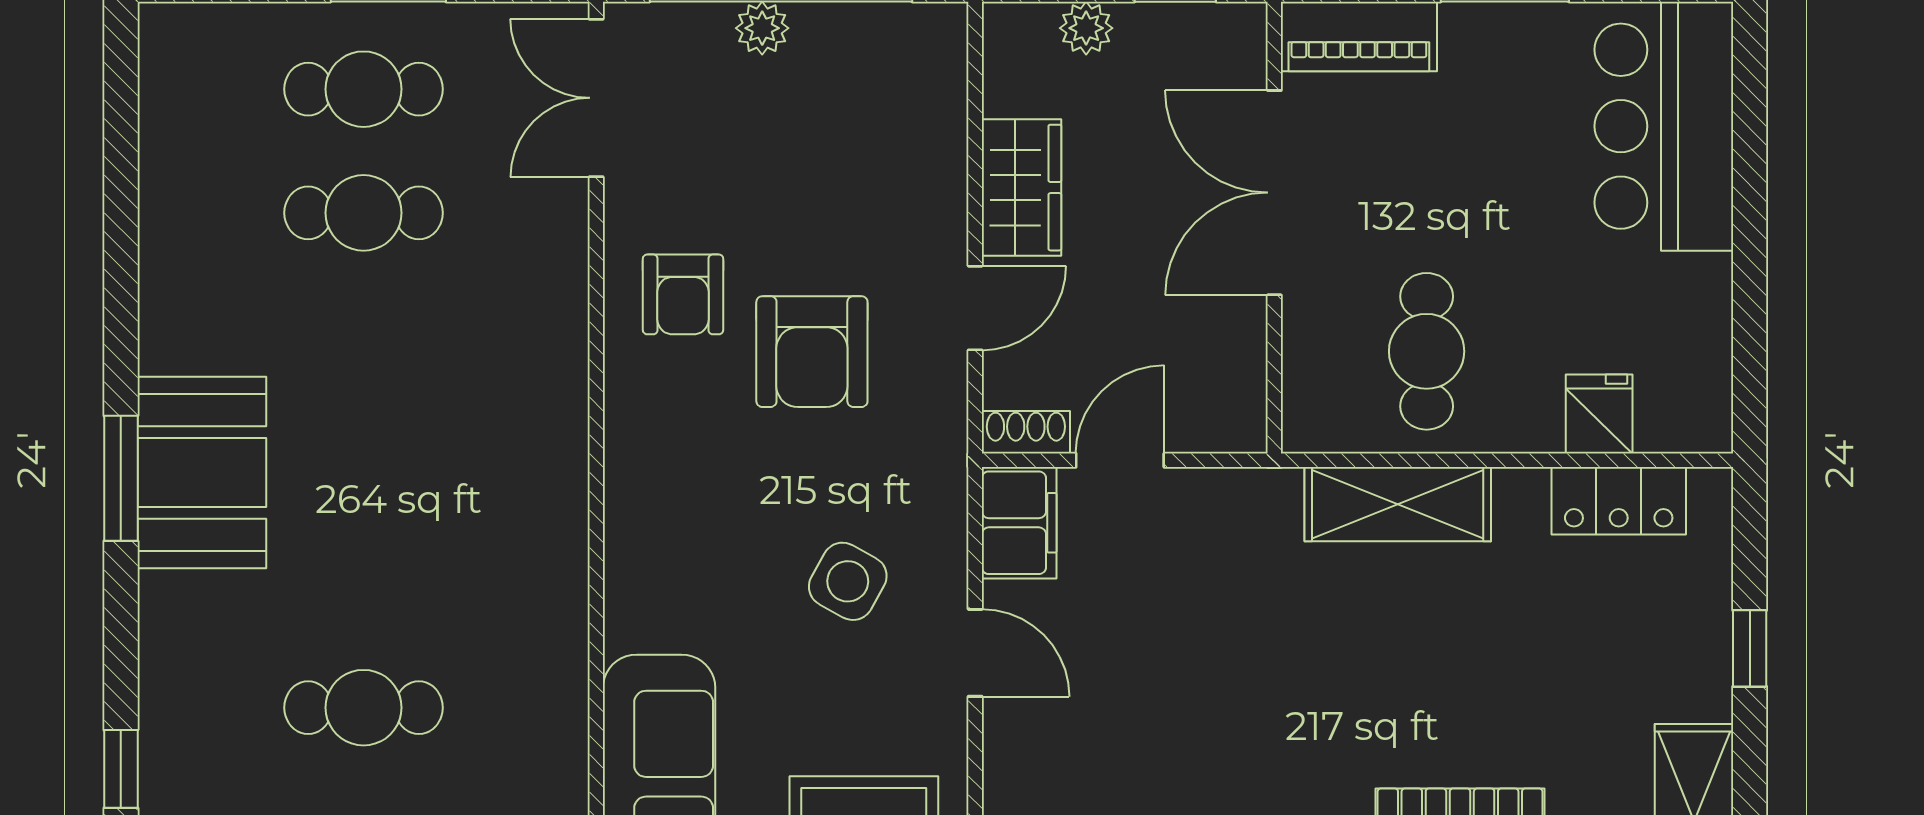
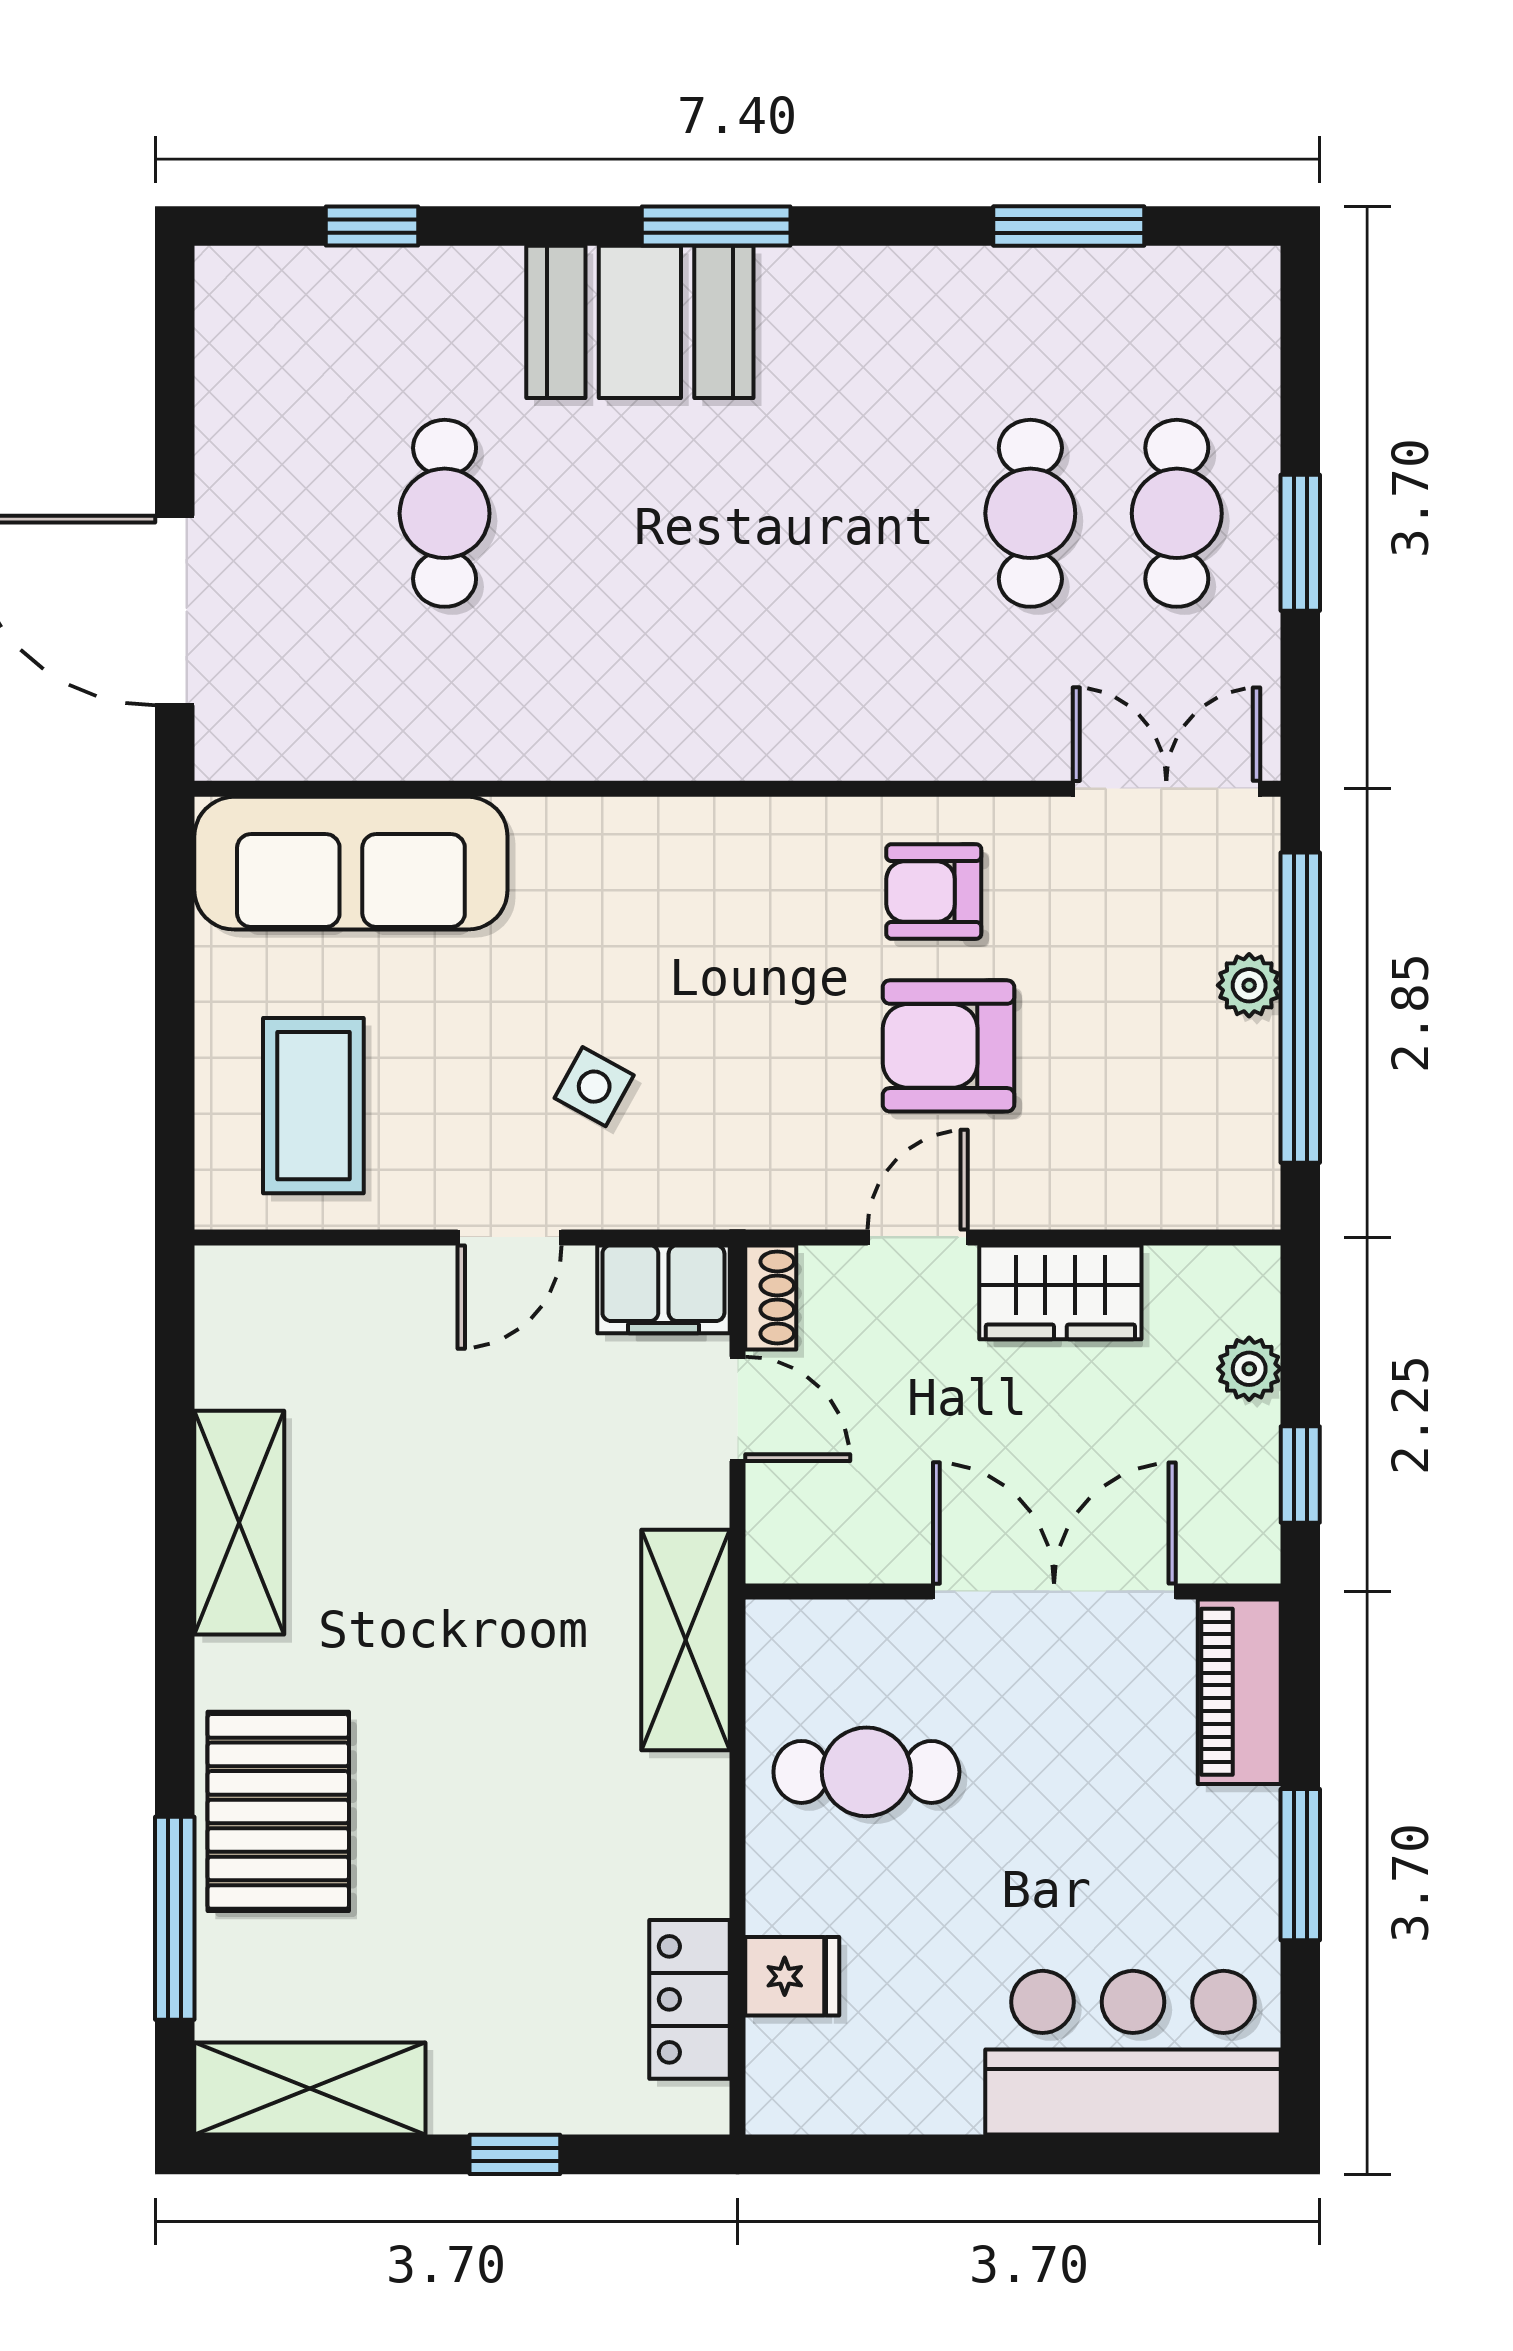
window: (121, 180) -> (1069, 226), added
door: (975, 308) -> (918, 1237), swing flipped
armchair: (812, 352) -> (948, 1046), moved
booth: (202, 473) -> (640, 322), moved
shelving: (1398, 504) -> (685, 1640), moved
side table: (848, 581) -> (594, 1087), width x0.73, depth x0.73

